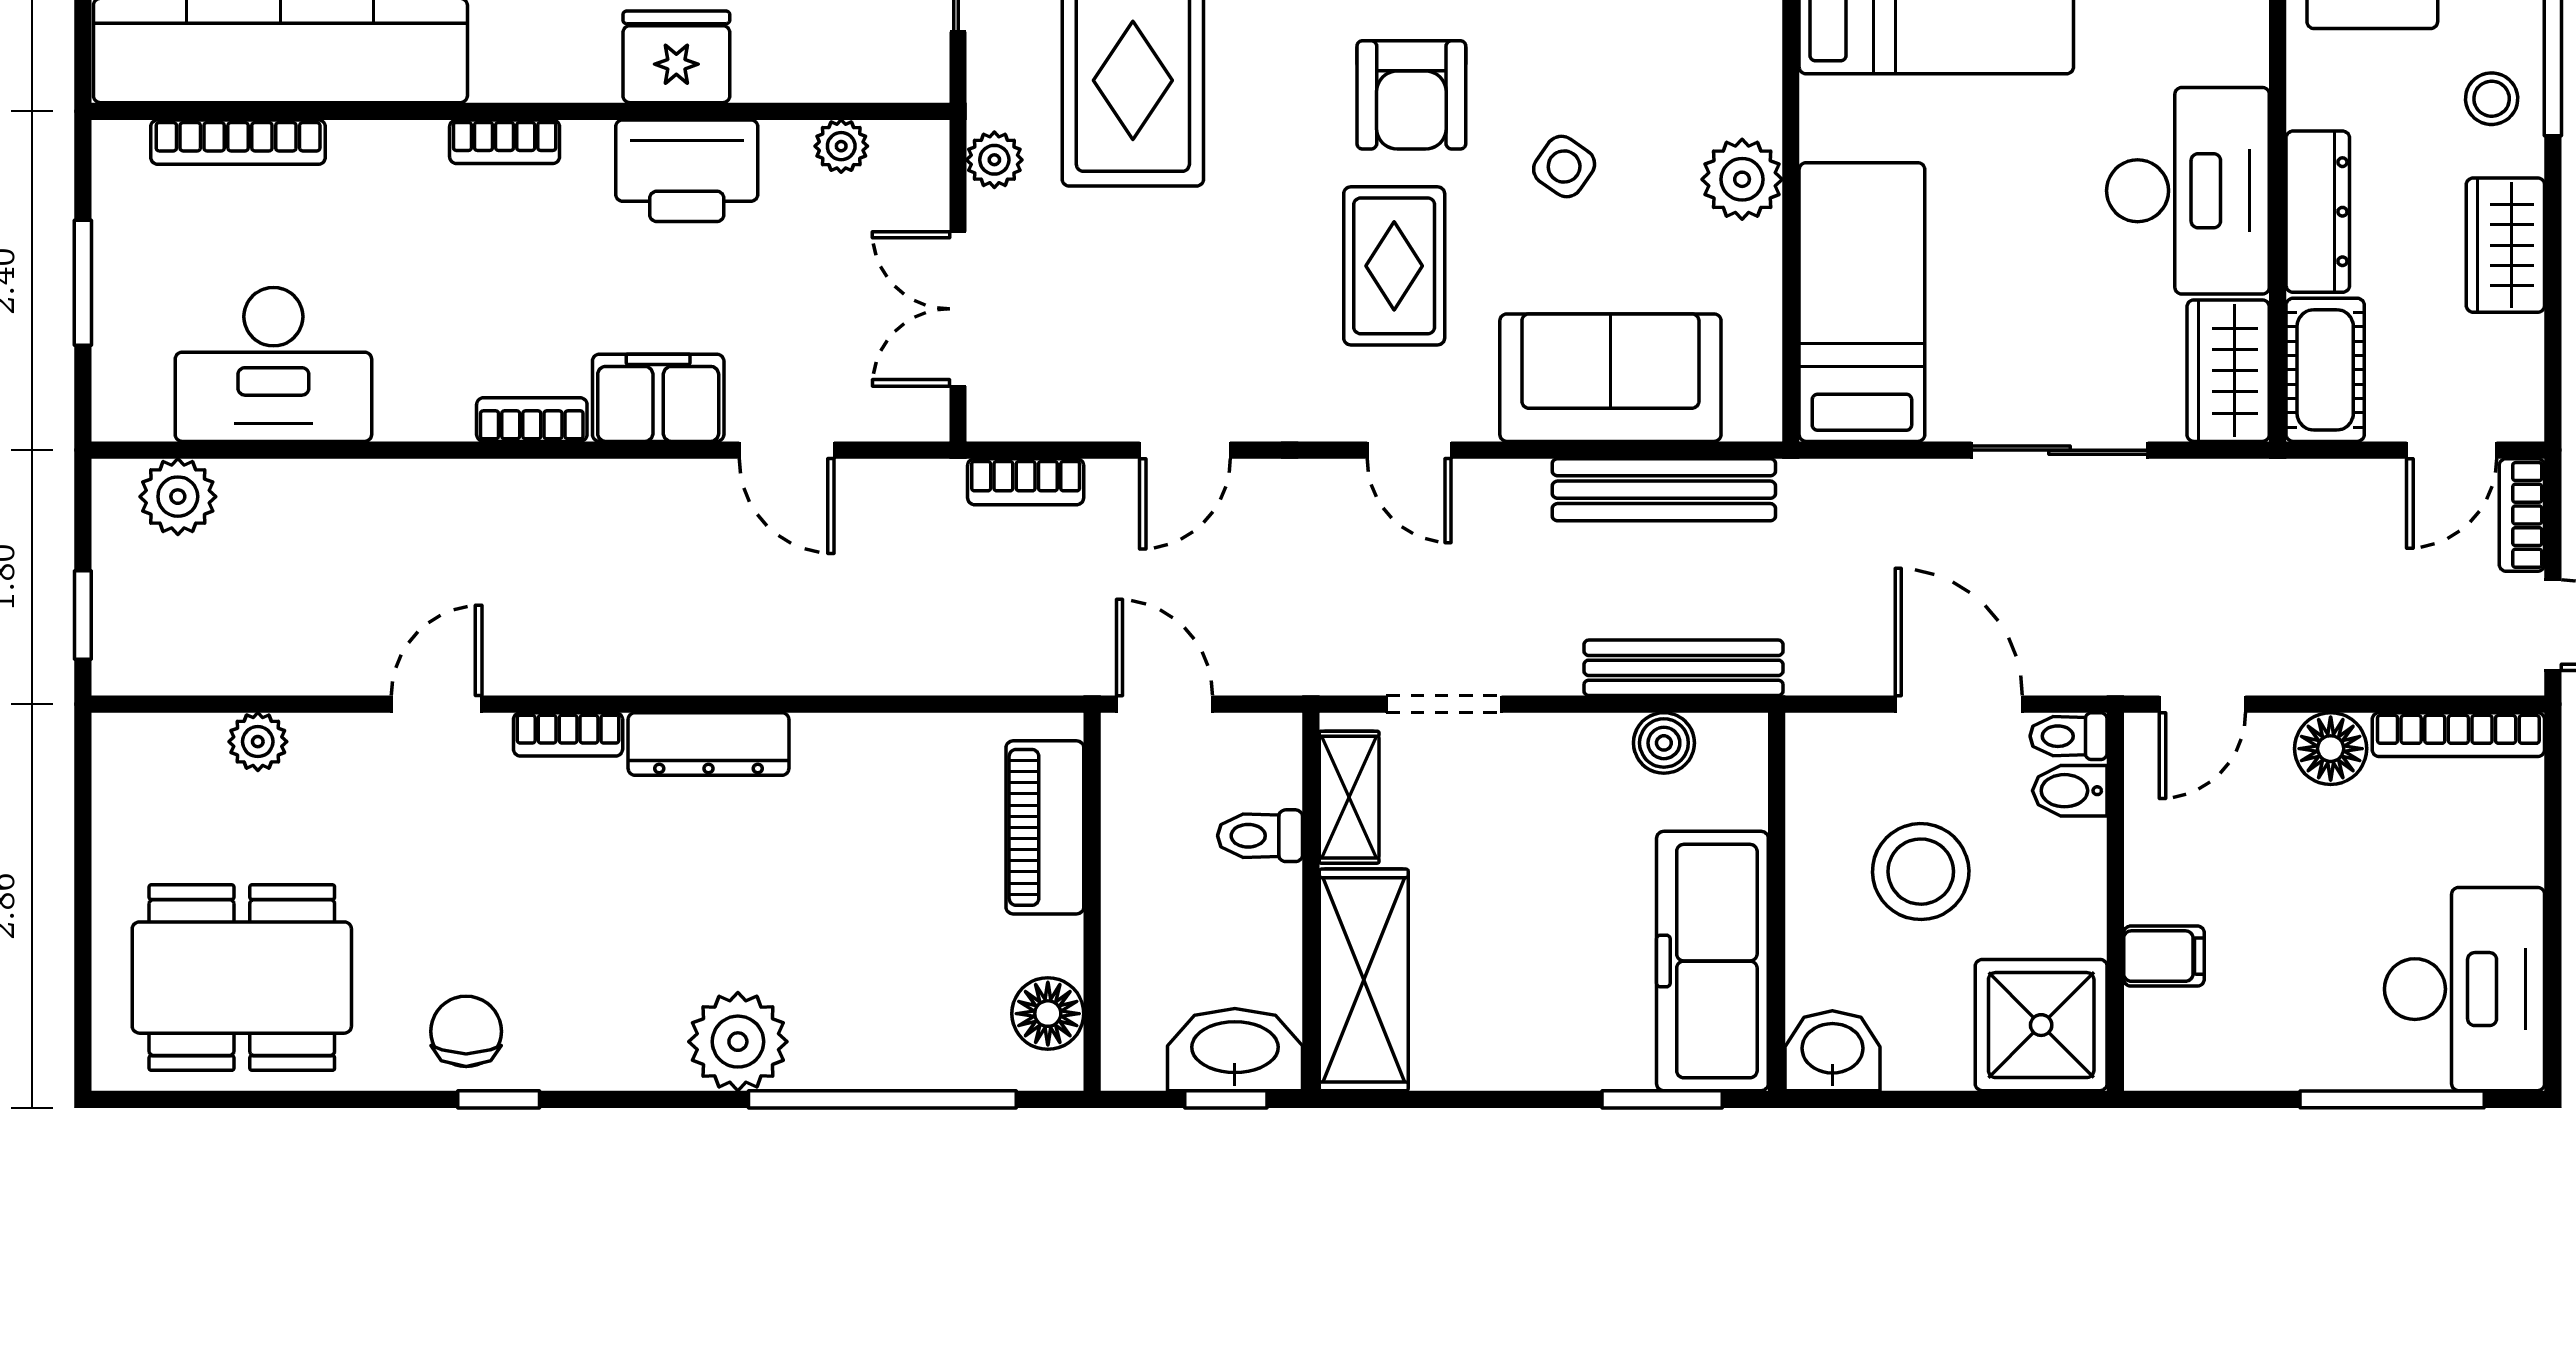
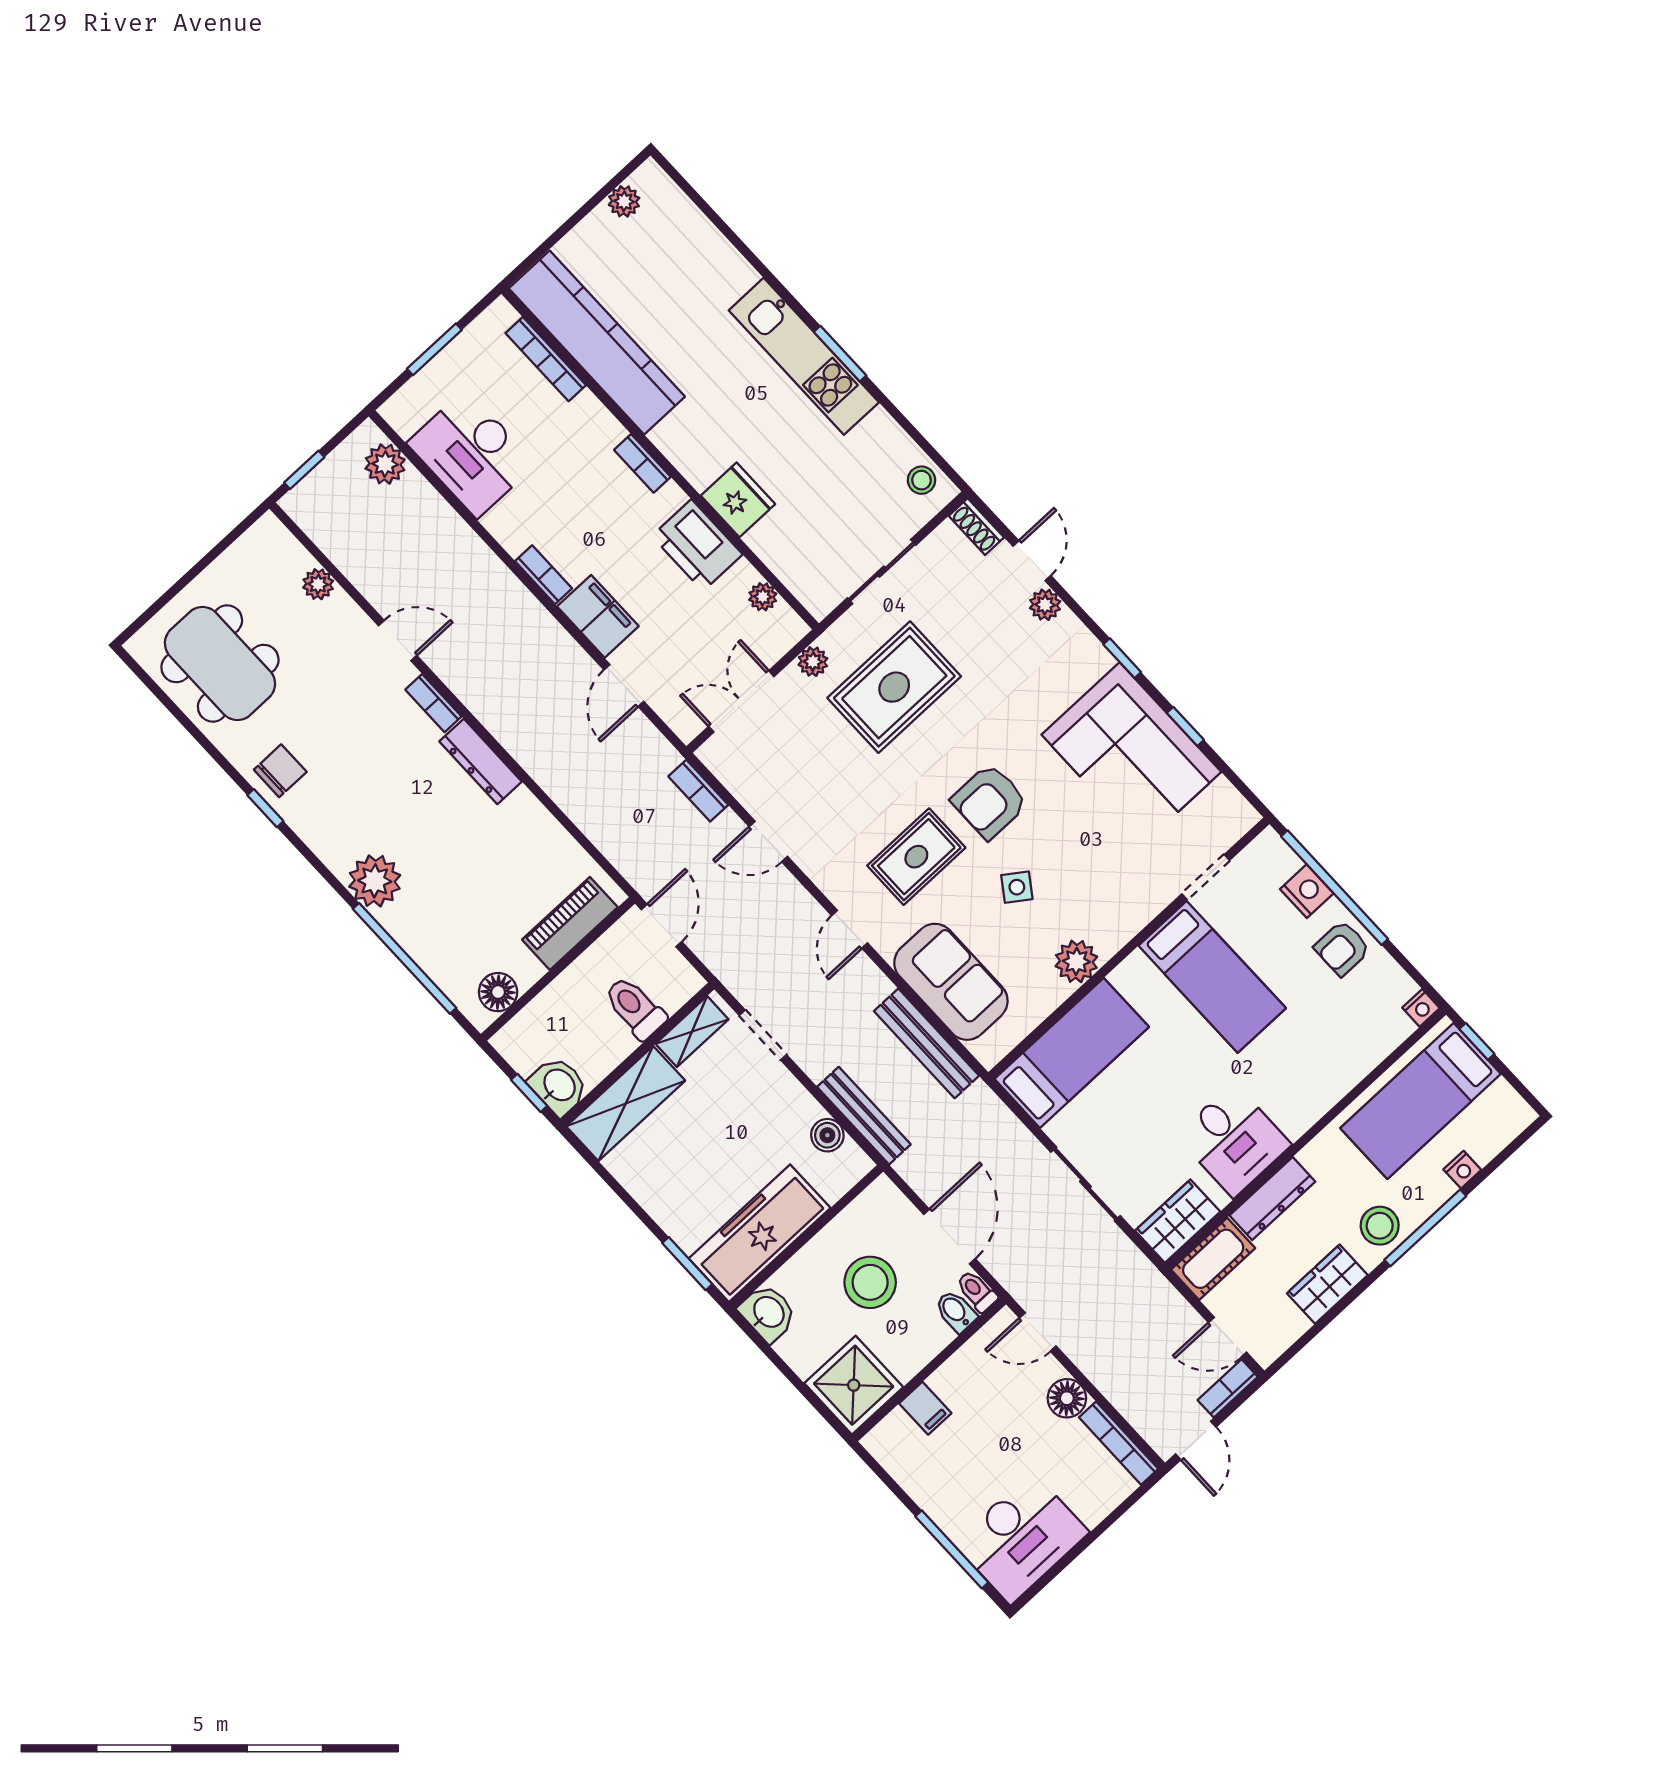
stool: (2492, 99) -> (1380, 1226), width x1.37, depth x1.37
desk: (2188, 191) -> (1234, 1140), width x0.73
toilet: (1260, 836) -> (635, 1008), width x1.37, depth x1.39
washbasin: (1235, 1050) -> (559, 1086), width x0.72

